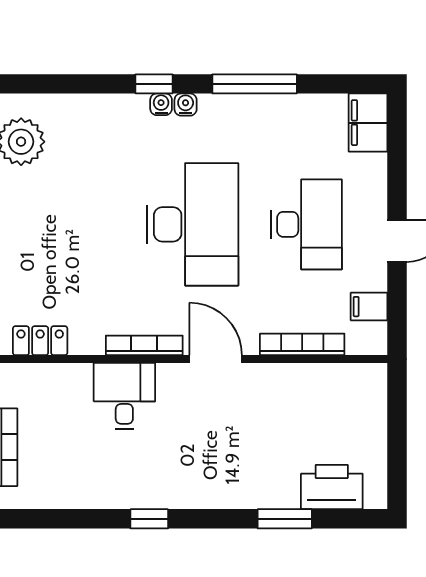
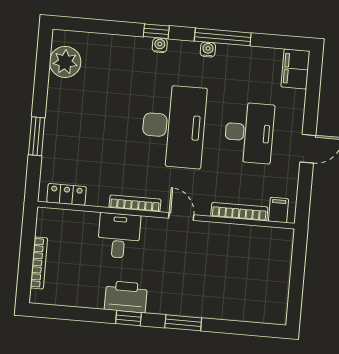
water cooler: (186, 105) -> (208, 49), moved
filing cabinet: (369, 307) -> (278, 210), moved, turned 90
door: (216, 359) -> (181, 216), width x0.73
printer: (332, 487) -> (126, 297), moved
window: (285, 519) -> (183, 323), moved

